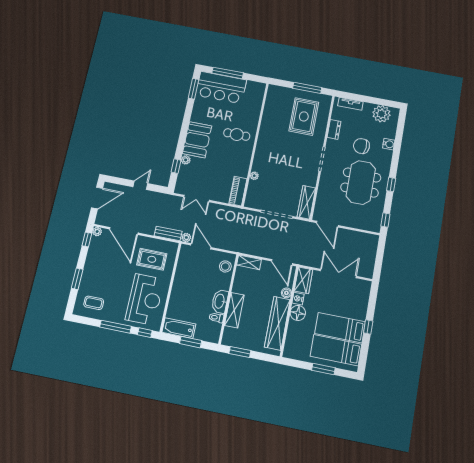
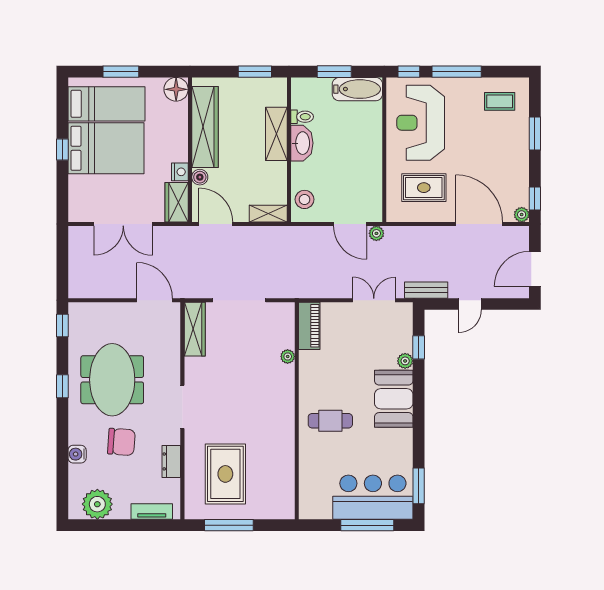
bench: (168, 233) -> (426, 290), moved
floor lamp: (298, 313) -> (176, 89), moved
bed: (340, 328) -> (106, 148), width x1.50

